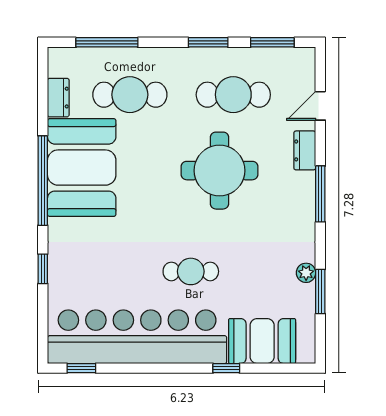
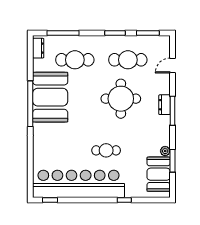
dresser: (58, 98) -> (38, 48), moved
dresser: (305, 150) -> (164, 105), moved
window: (43, 269) -> (30, 149), removed
booth: (262, 341) -> (159, 174), moved, turned 90

